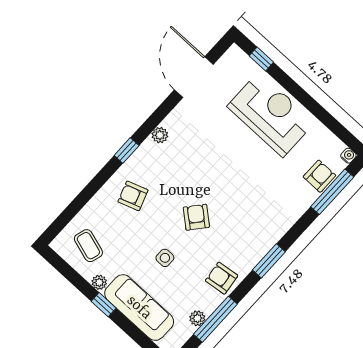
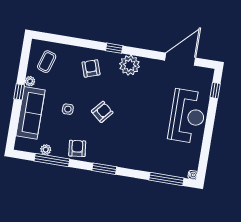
plant: (160, 135) -> (130, 65), width x1.88, depth x1.88
armchair: (319, 176) -> (170, 166), removed

